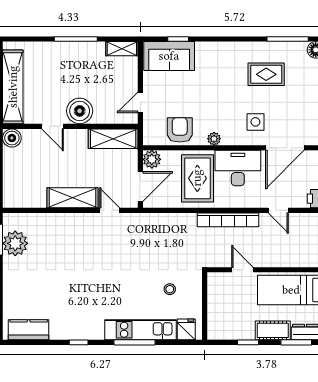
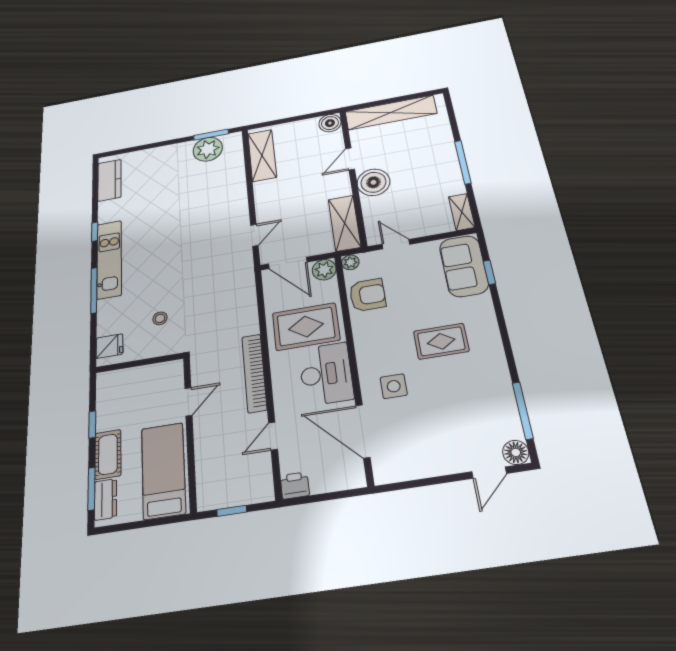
rug: (266, 74) -> (441, 341), moved, turned 90
plant: (214, 139) -> (350, 262), moved
shelving: (72, 198) -> (262, 155), moved
kitchen unit: (141, 330) -> (109, 259), moved

